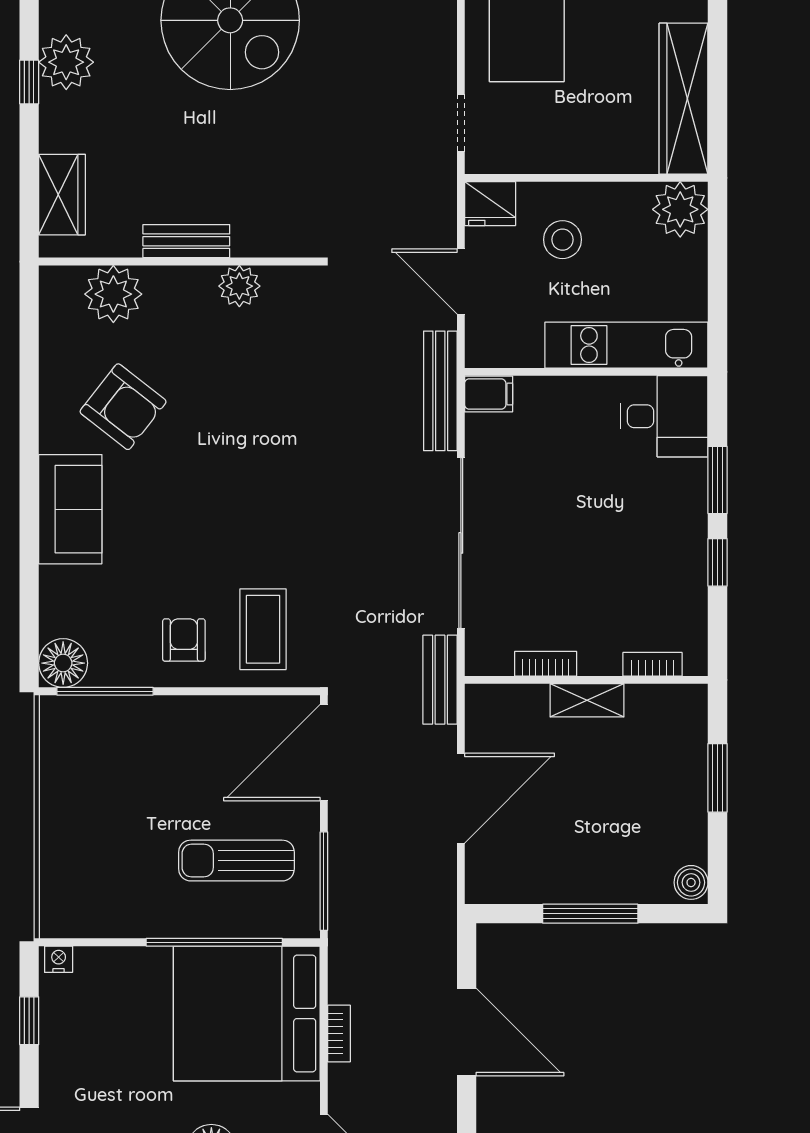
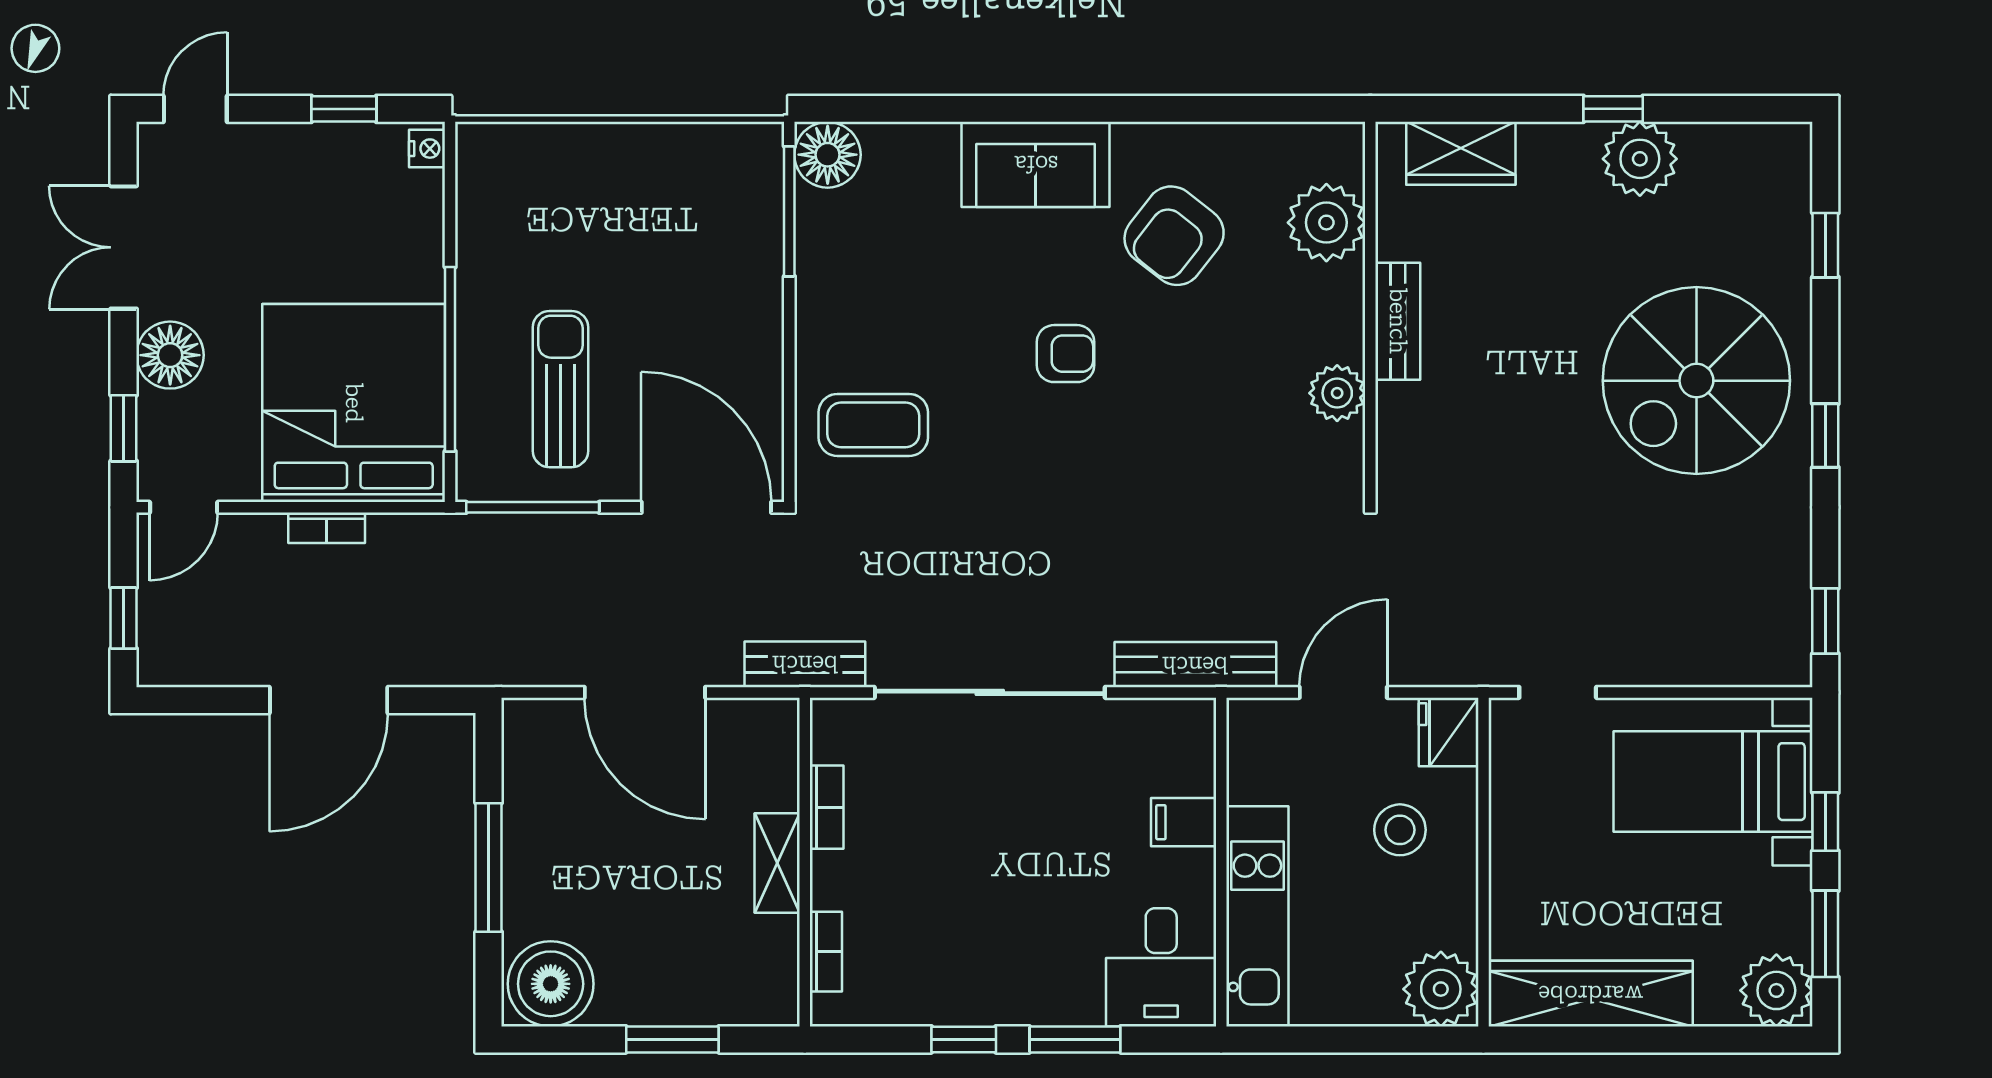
filing cabinet: (489, 394) -> (1184, 822), moved, turned 90
armchair: (184, 640) -> (1066, 354), moved
boiler: (691, 882) -> (551, 984), width x1.86, depth x1.86

